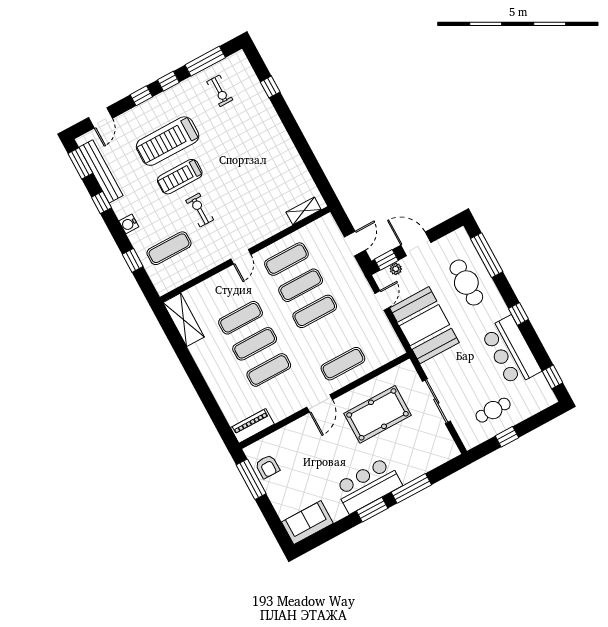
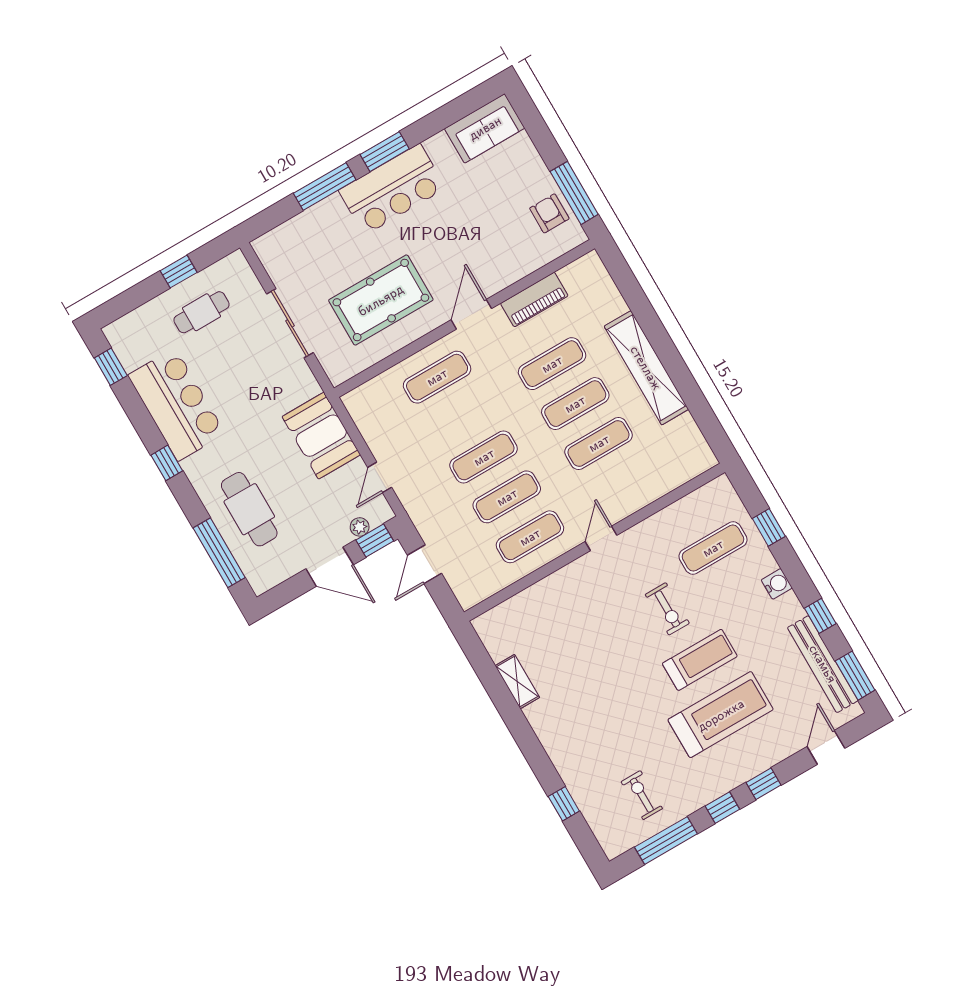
shelving: (304, 211) -> (517, 682), moved, turned 90
shelving: (184, 320) -> (646, 368), moved, width x1.47
booth: (424, 325) -> (321, 436), width x0.73, depth x0.70
piano: (252, 426) -> (534, 300), moved

